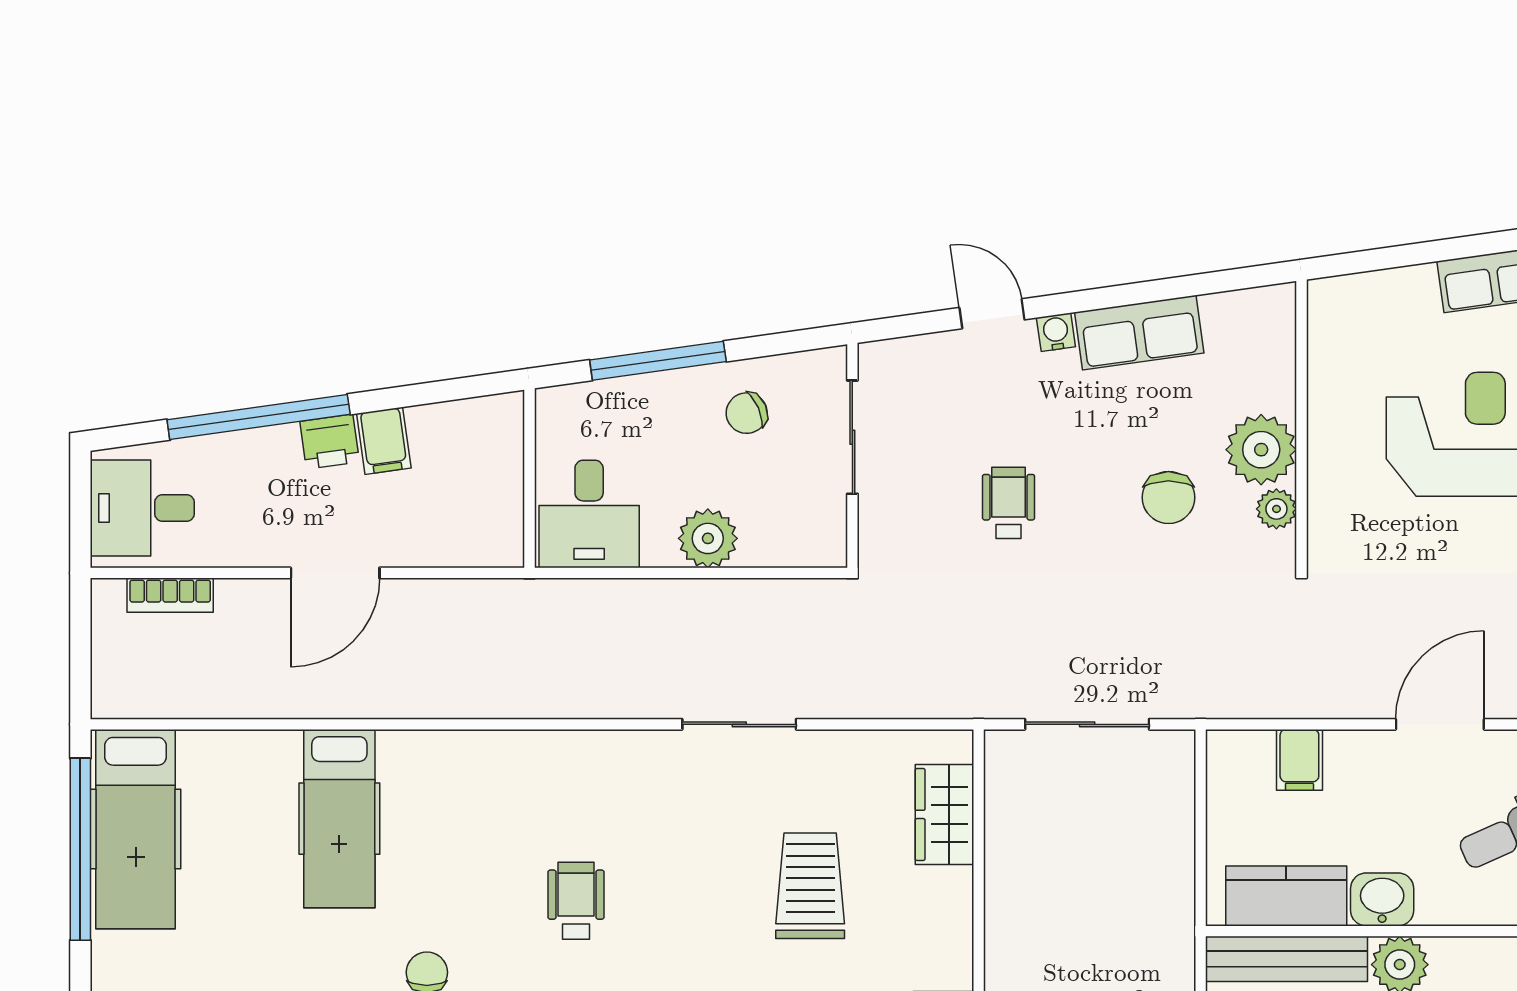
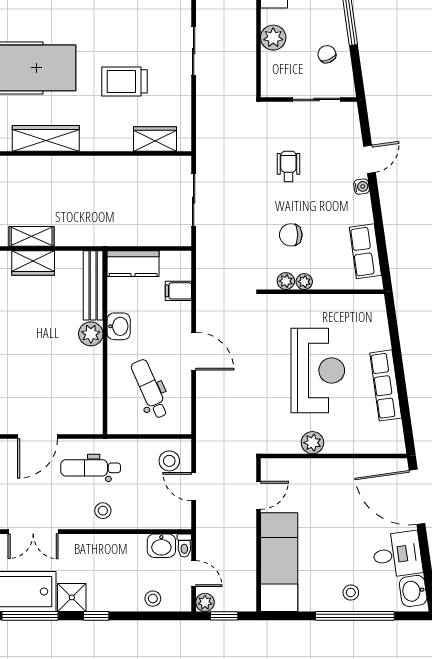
row of seats: (1139, 333) -> (365, 251), moved
plant: (1261, 450) -> (304, 282), width x0.53, depth x0.53
wheelchair: (1009, 503) -> (288, 166), turned -90
trolley: (810, 886) -> (125, 81), turned 180
kitchen counter: (1286, 896) -> (133, 264), moved, turned 90

